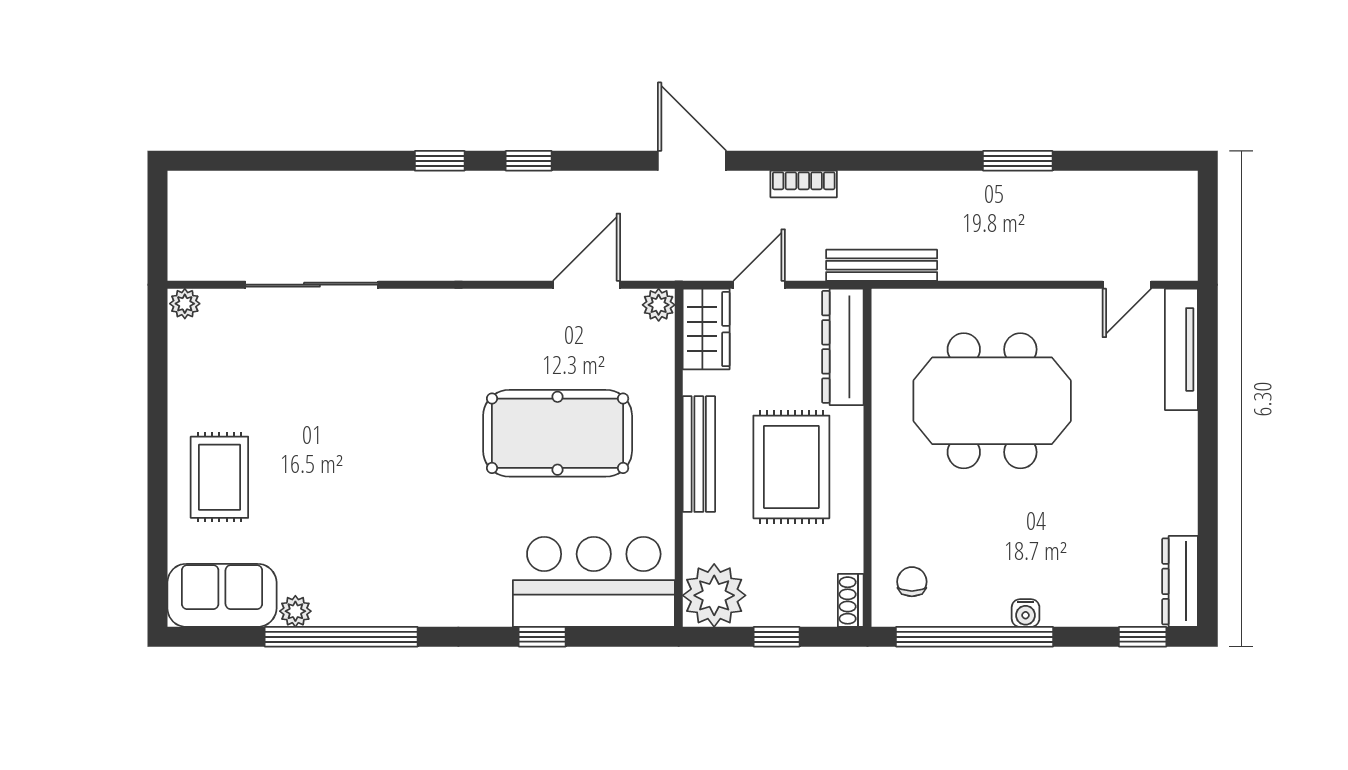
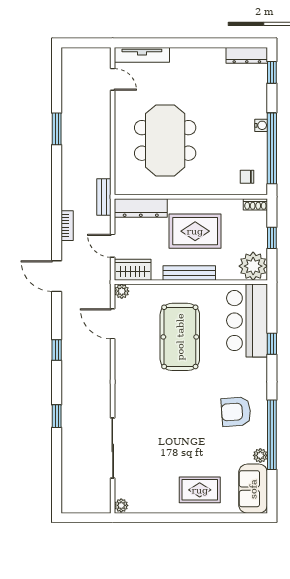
window: (440, 161) -> (57, 416), moved
door: (692, 161) -> (57, 276), hinge flipped
bench: (882, 265) -> (104, 197), width x0.73
armchair: (392, 557) -> (236, 412), added

